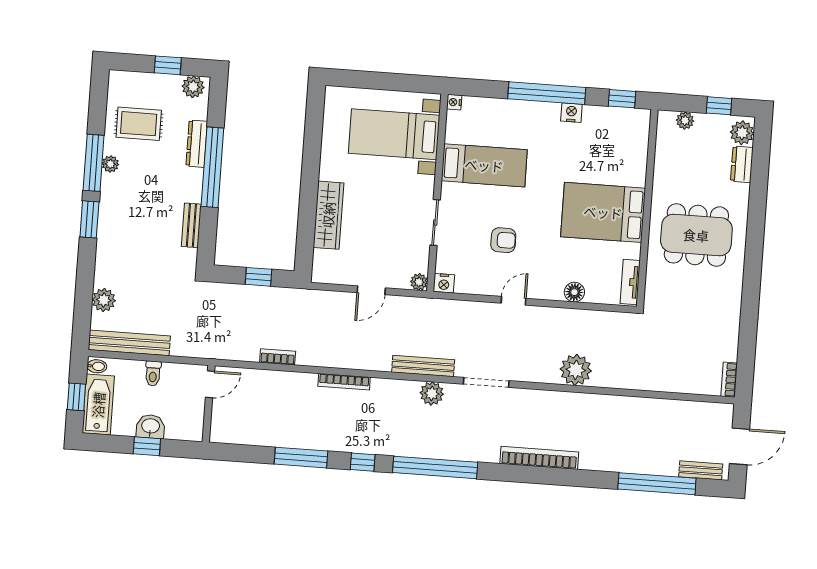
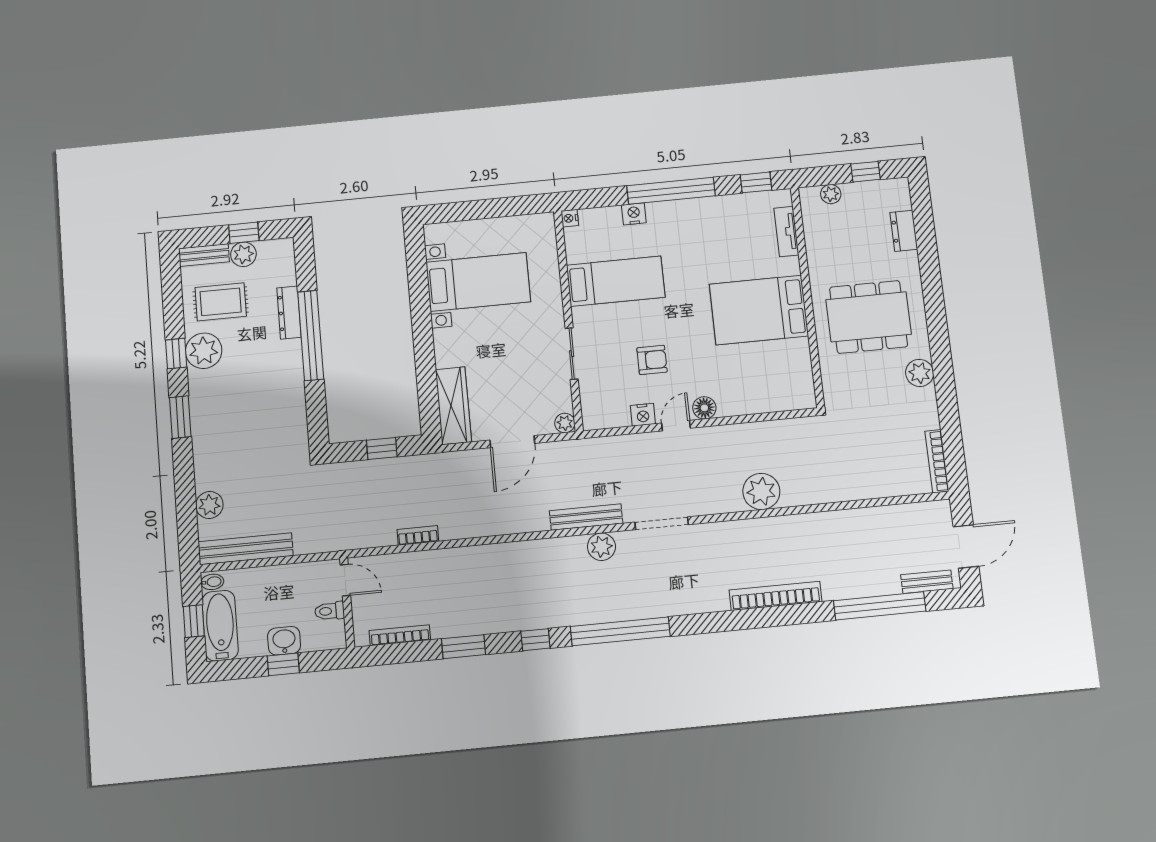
plant: (193, 87) -> (243, 254), moved
nightstand: (571, 113) -> (634, 214), moved
plant: (742, 133) -> (920, 373), moved
bed with nightstands: (394, 134) -> (478, 282), moved, turned 180
window: (94, 163) -> (176, 354), width x0.46
plant: (110, 164) -> (204, 351), width x1.88, depth x1.88
wardrobe: (328, 215) -> (453, 406), moved
bench: (191, 225) -> (204, 255), moved, turned 90
tv unit: (630, 282) -> (786, 231), moved
nightstand: (444, 283) -> (643, 415), moved
door: (371, 290) -> (512, 442), width x1.38
floor lamp: (574, 292) -> (704, 408), moved
toilet: (153, 373) -> (330, 611), moved, turned 90
bookcase: (729, 380) -> (937, 461), width x1.56
bookcase: (344, 382) -> (400, 635), moved, turned 180
door: (210, 384) -> (345, 580), hinge flipped
window: (301, 458) -> (464, 647), width x0.69
bookcase: (539, 458) -> (776, 596), moved

